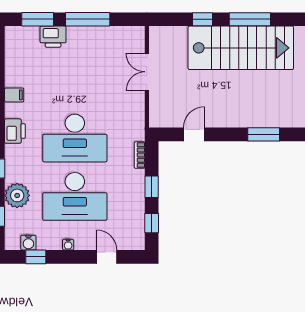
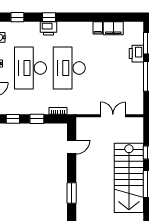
filing cabinet: (15, 71) -> (113, 28), added
printer: (15, 131) -> (49, 28), moved
door: (194, 134) -> (72, 147), hinge flipped
plant: (17, 195) -> (31, 30), removed

